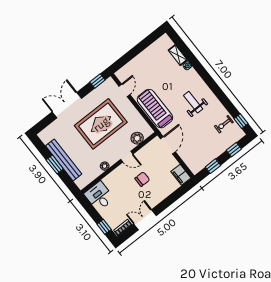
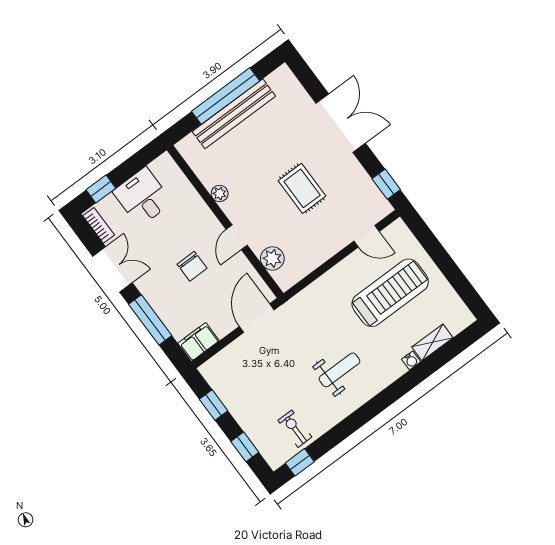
treadmill: (155, 109) -> (390, 293), moved
rug: (101, 124) -> (302, 188), width x0.54, depth x0.49
door: (168, 145) -> (257, 318), swing flipped
window: (55, 164) -> (226, 96), width x2.11
desk: (99, 196) -> (142, 197), moved, turned -90
window: (170, 200) -> (150, 320), added

